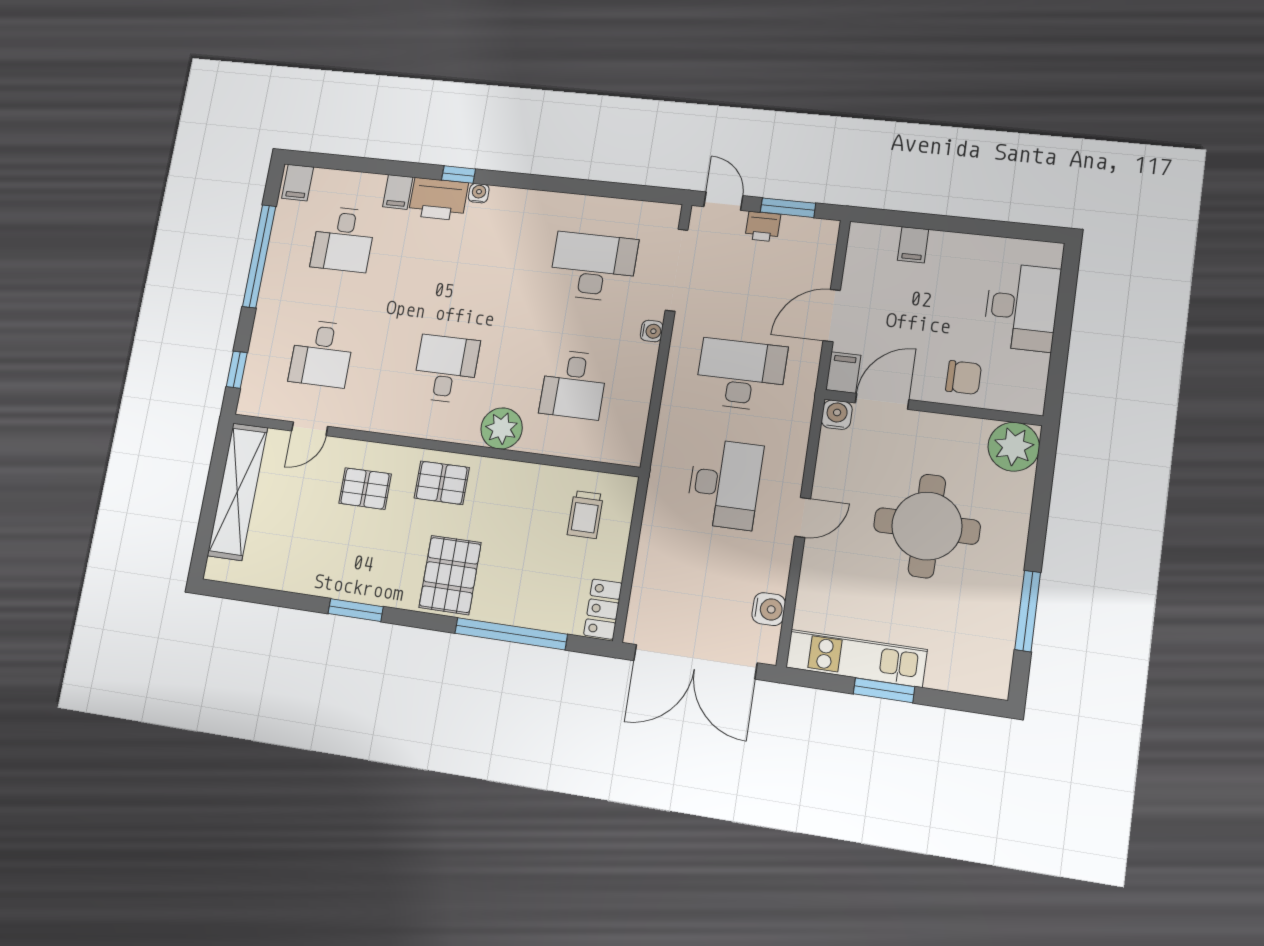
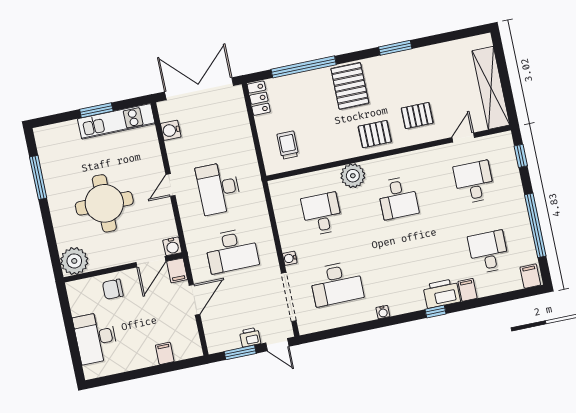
water cooler: (479, 193) -> (383, 312), moved

